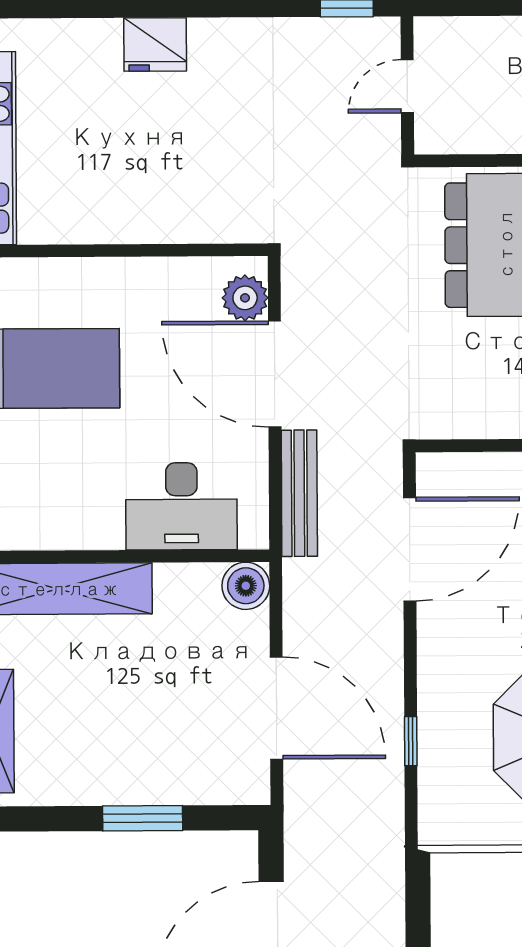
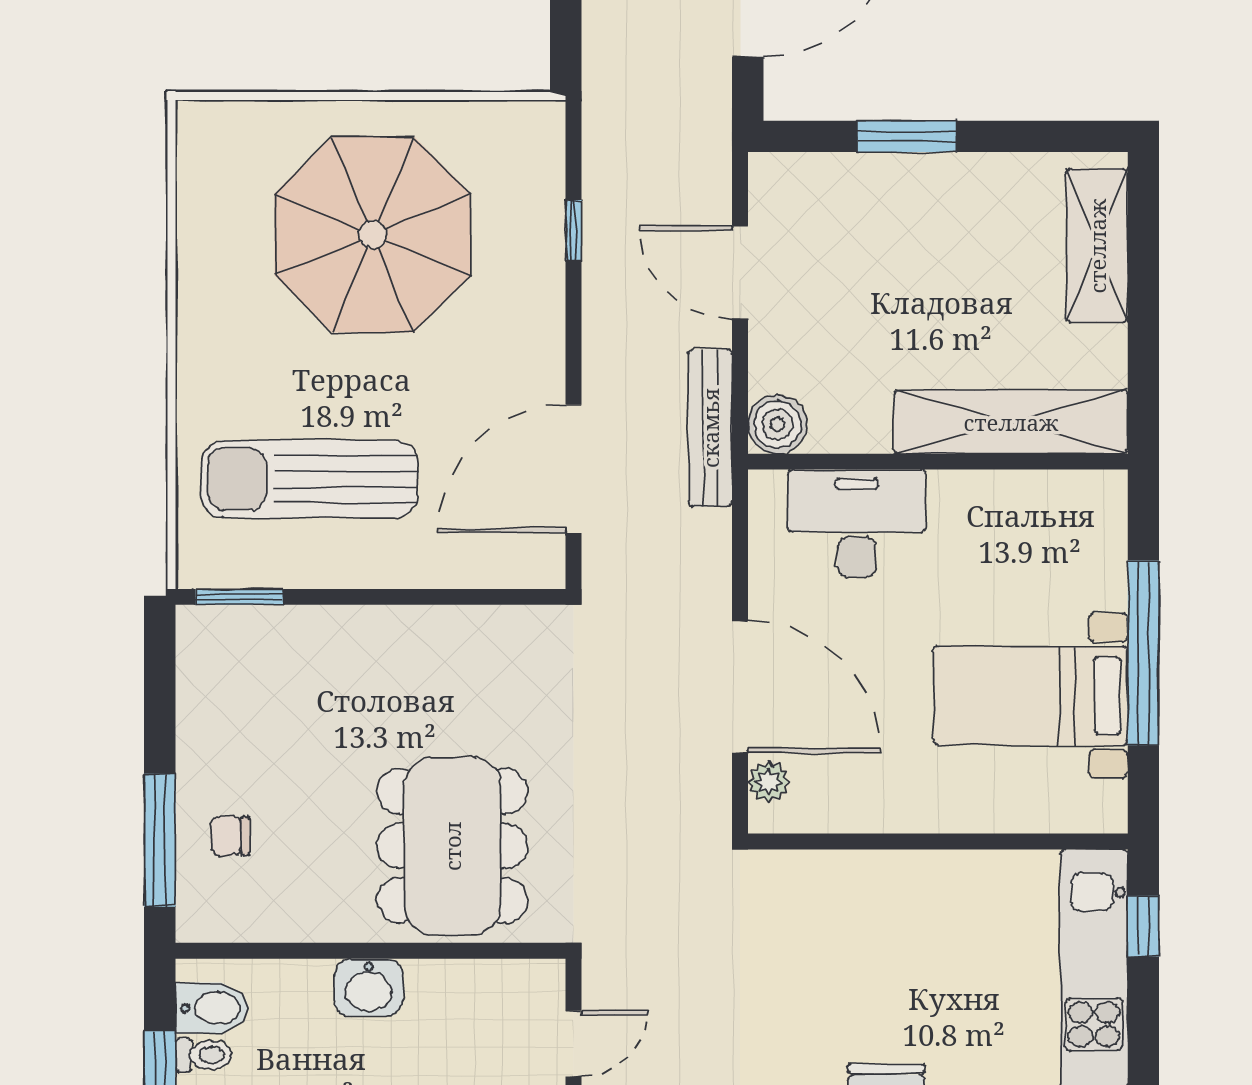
plant: (245, 298) -> (769, 782), width x0.73, depth x0.73
bench: (299, 493) -> (710, 428), moved
door: (276, 708) -> (740, 272), width x0.73

